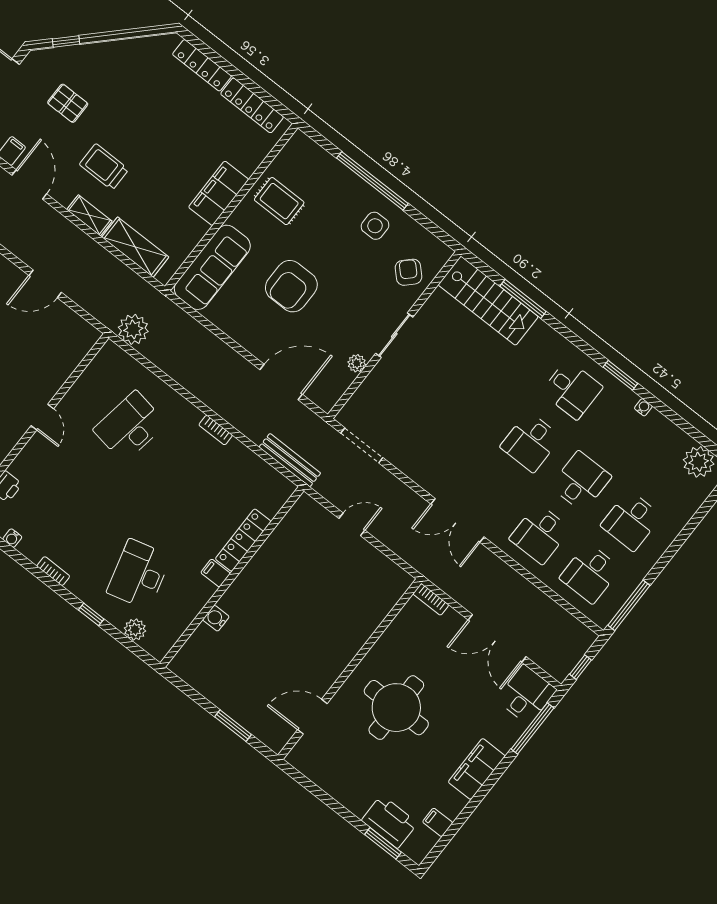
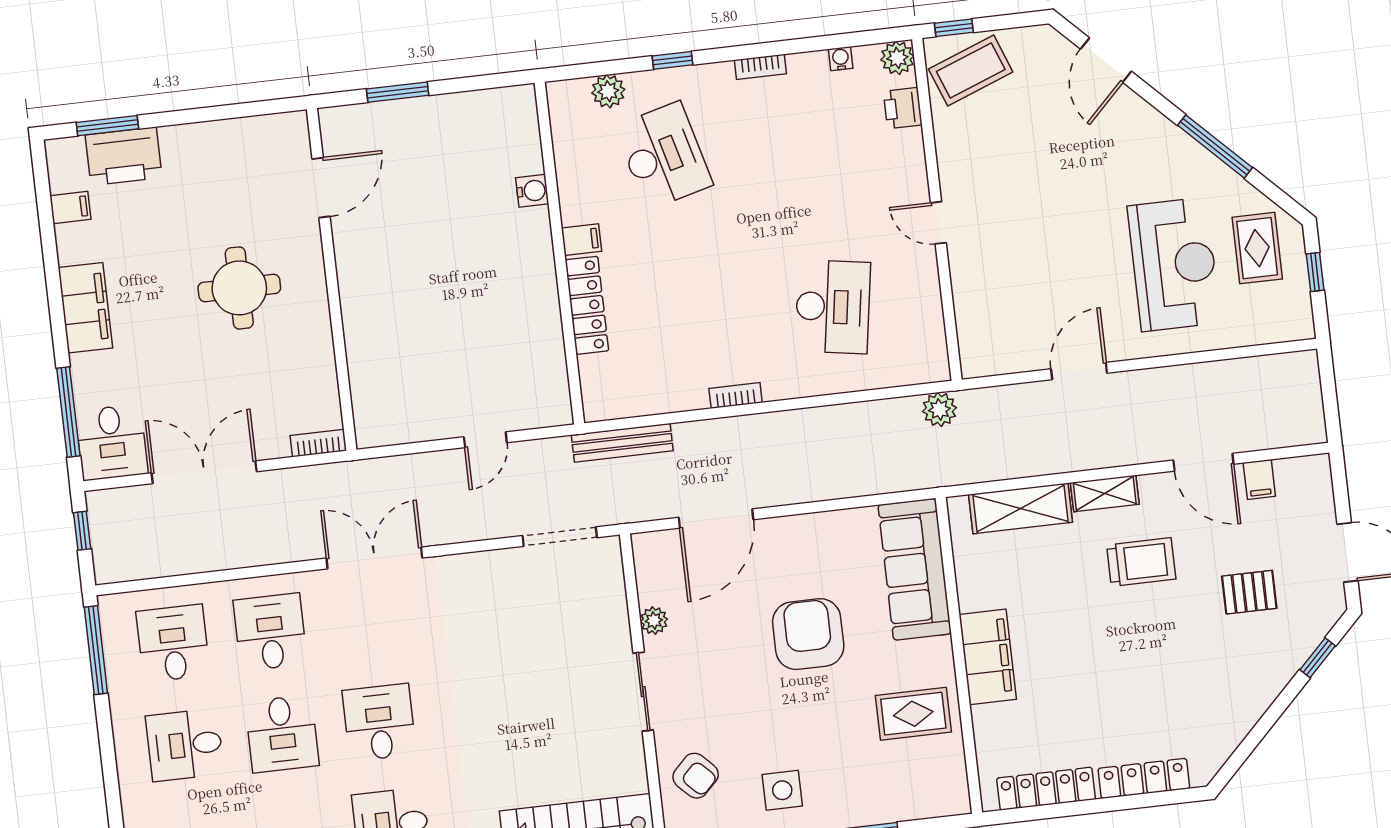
plant: (133, 329) -> (939, 410), width x0.73, depth x0.73
desk: (631, 521) -> (185, 745), turned -90
round table: (396, 708) -> (239, 288), width x0.73, depth x0.73

